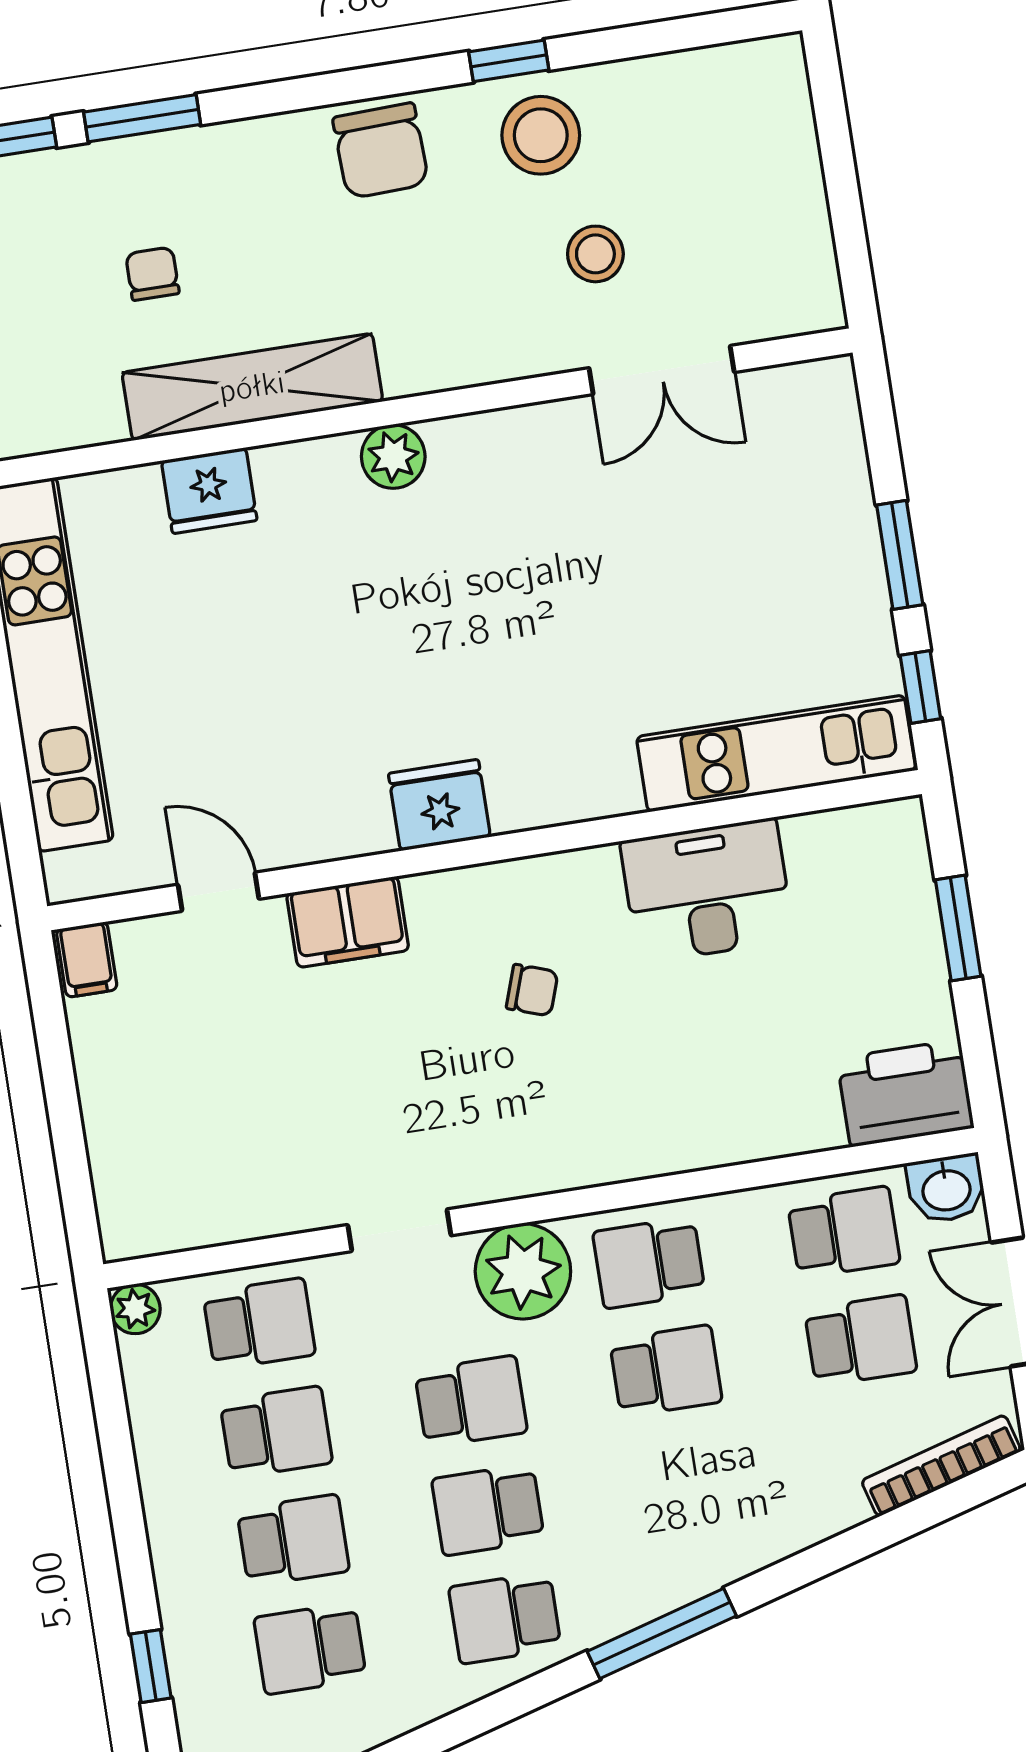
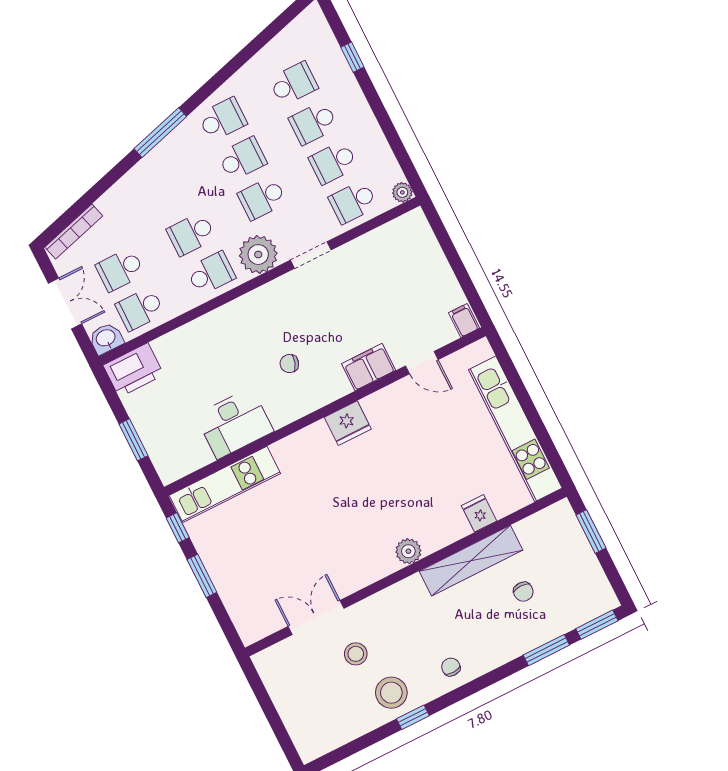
chair: (381, 151) -> (451, 667), width x0.54, depth x0.54
fridge: (209, 491) -> (479, 513), width x0.72

